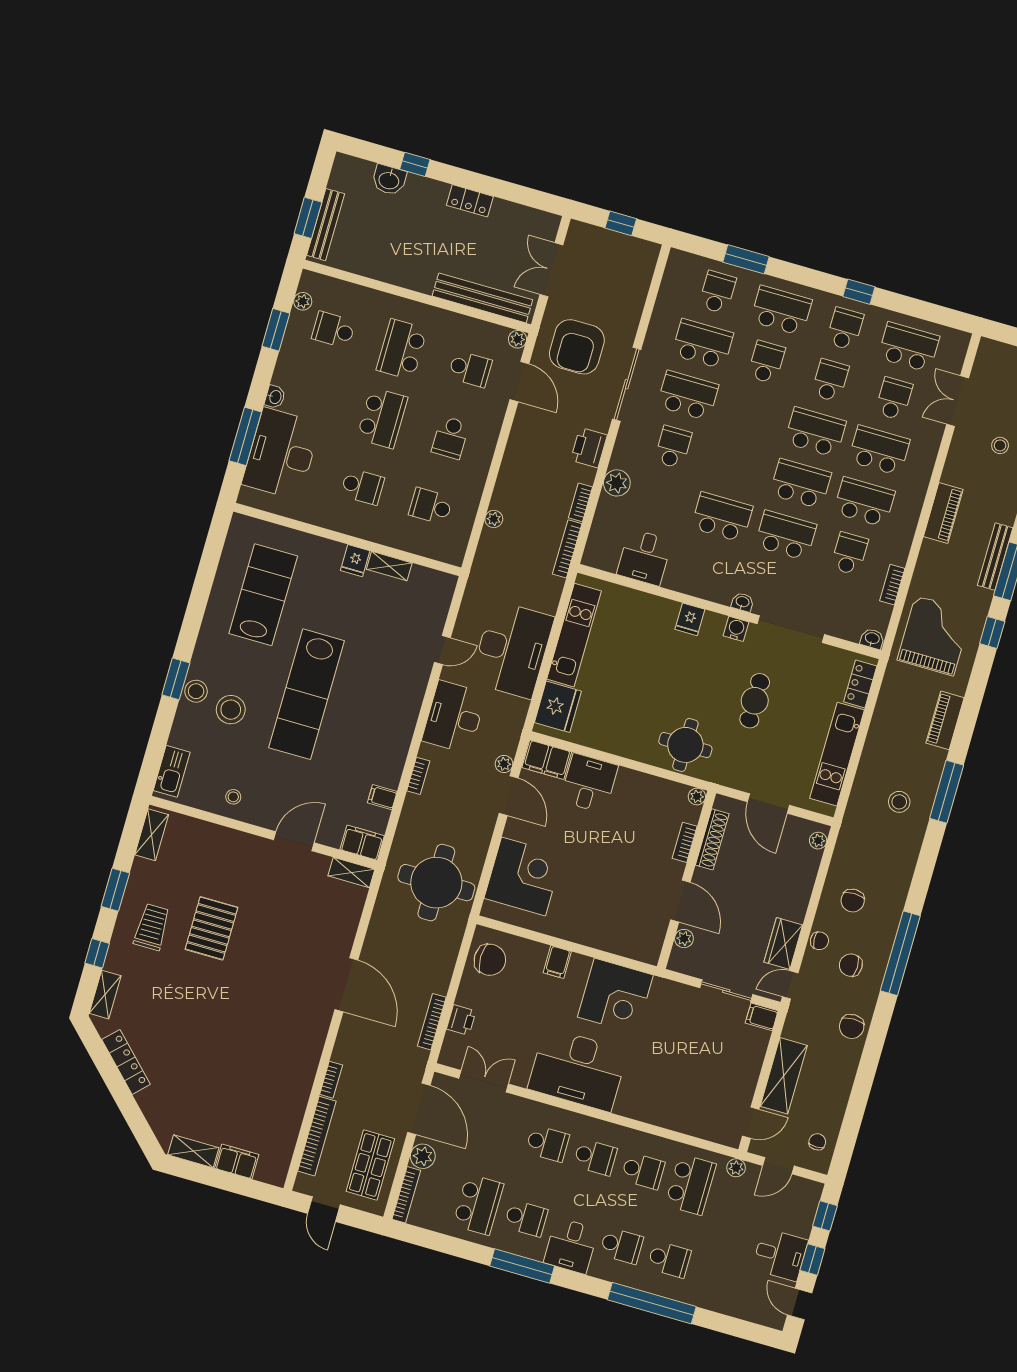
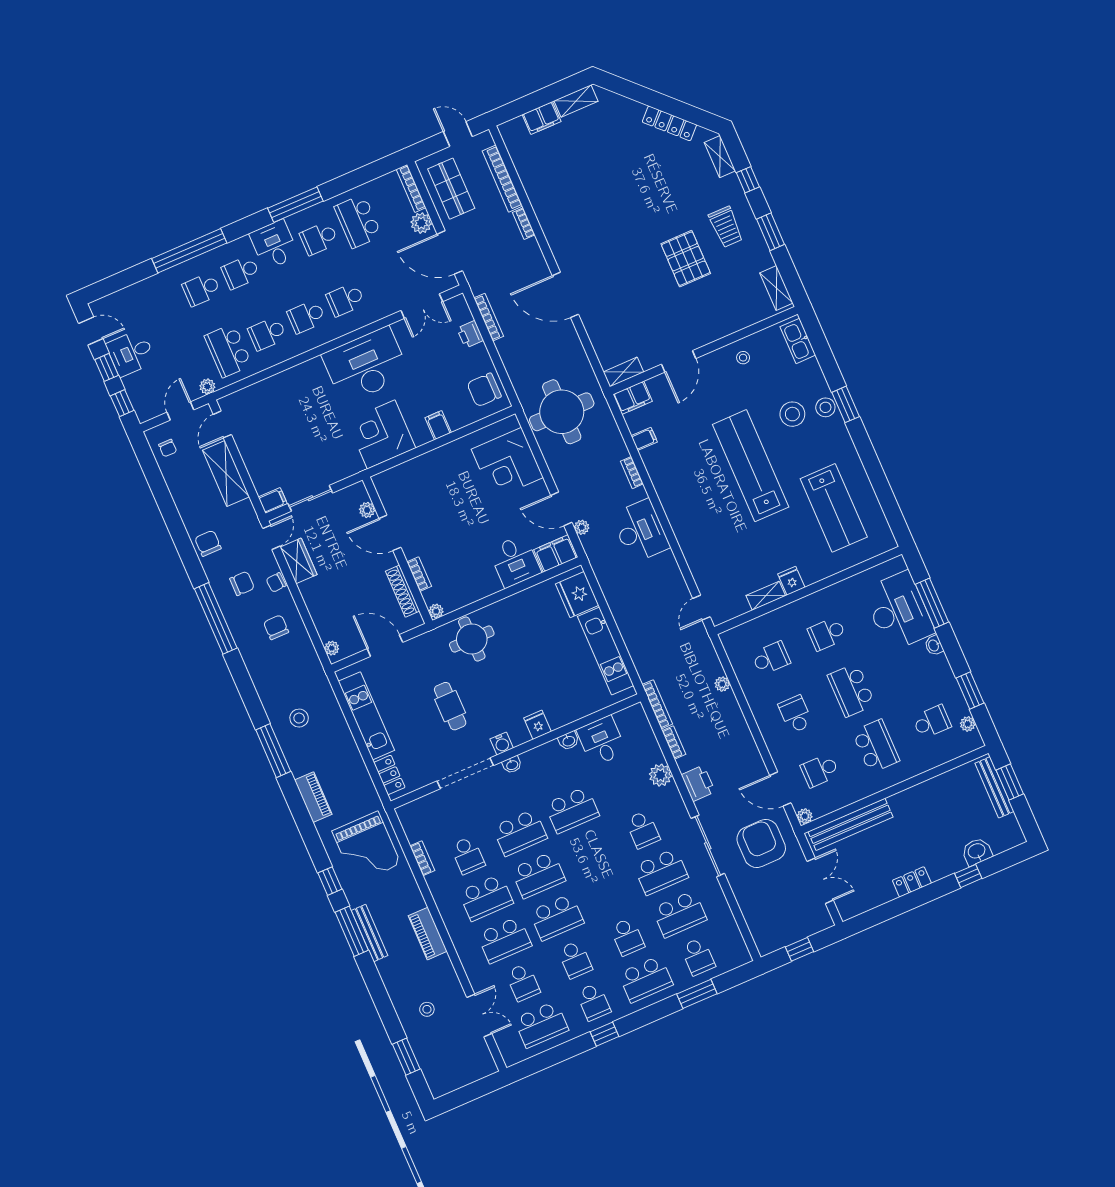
washbasin: (872, 639) -> (569, 741), moved
door: (442, 650) -> (701, 608), moved
desk: (512, 650) -> (639, 608), removed

